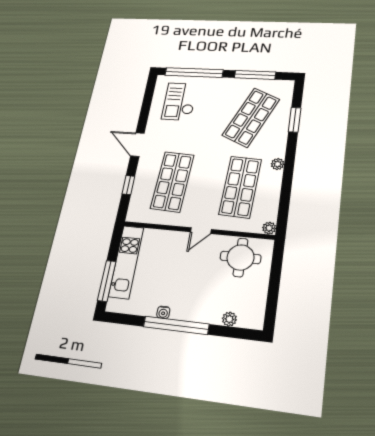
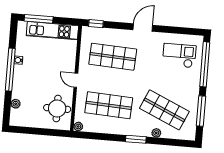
window: (295, 120) -> (136, 139), moved
plant: (278, 164) -> (156, 133), moved
window: (128, 185) -> (96, 24), moved

